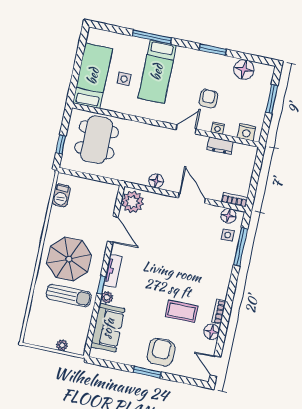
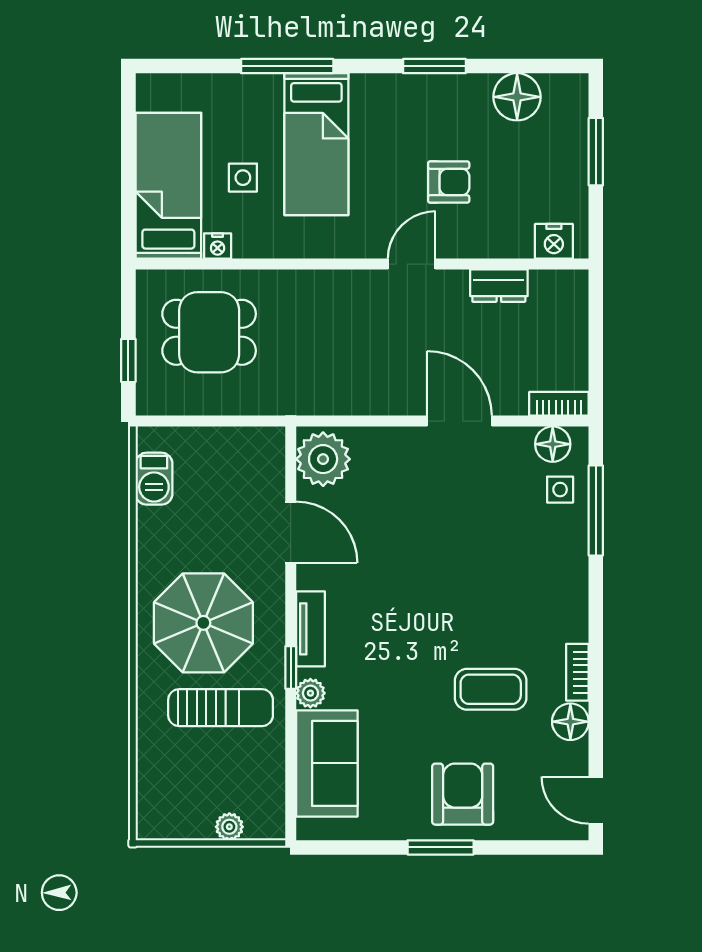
armchair: (208, 99) -> (449, 182), turned 90
nightstand: (218, 128) -> (218, 246), moved
dining table: (97, 140) -> (209, 332), width x0.73
floor lamp: (156, 181) -> (367, 399), removed

